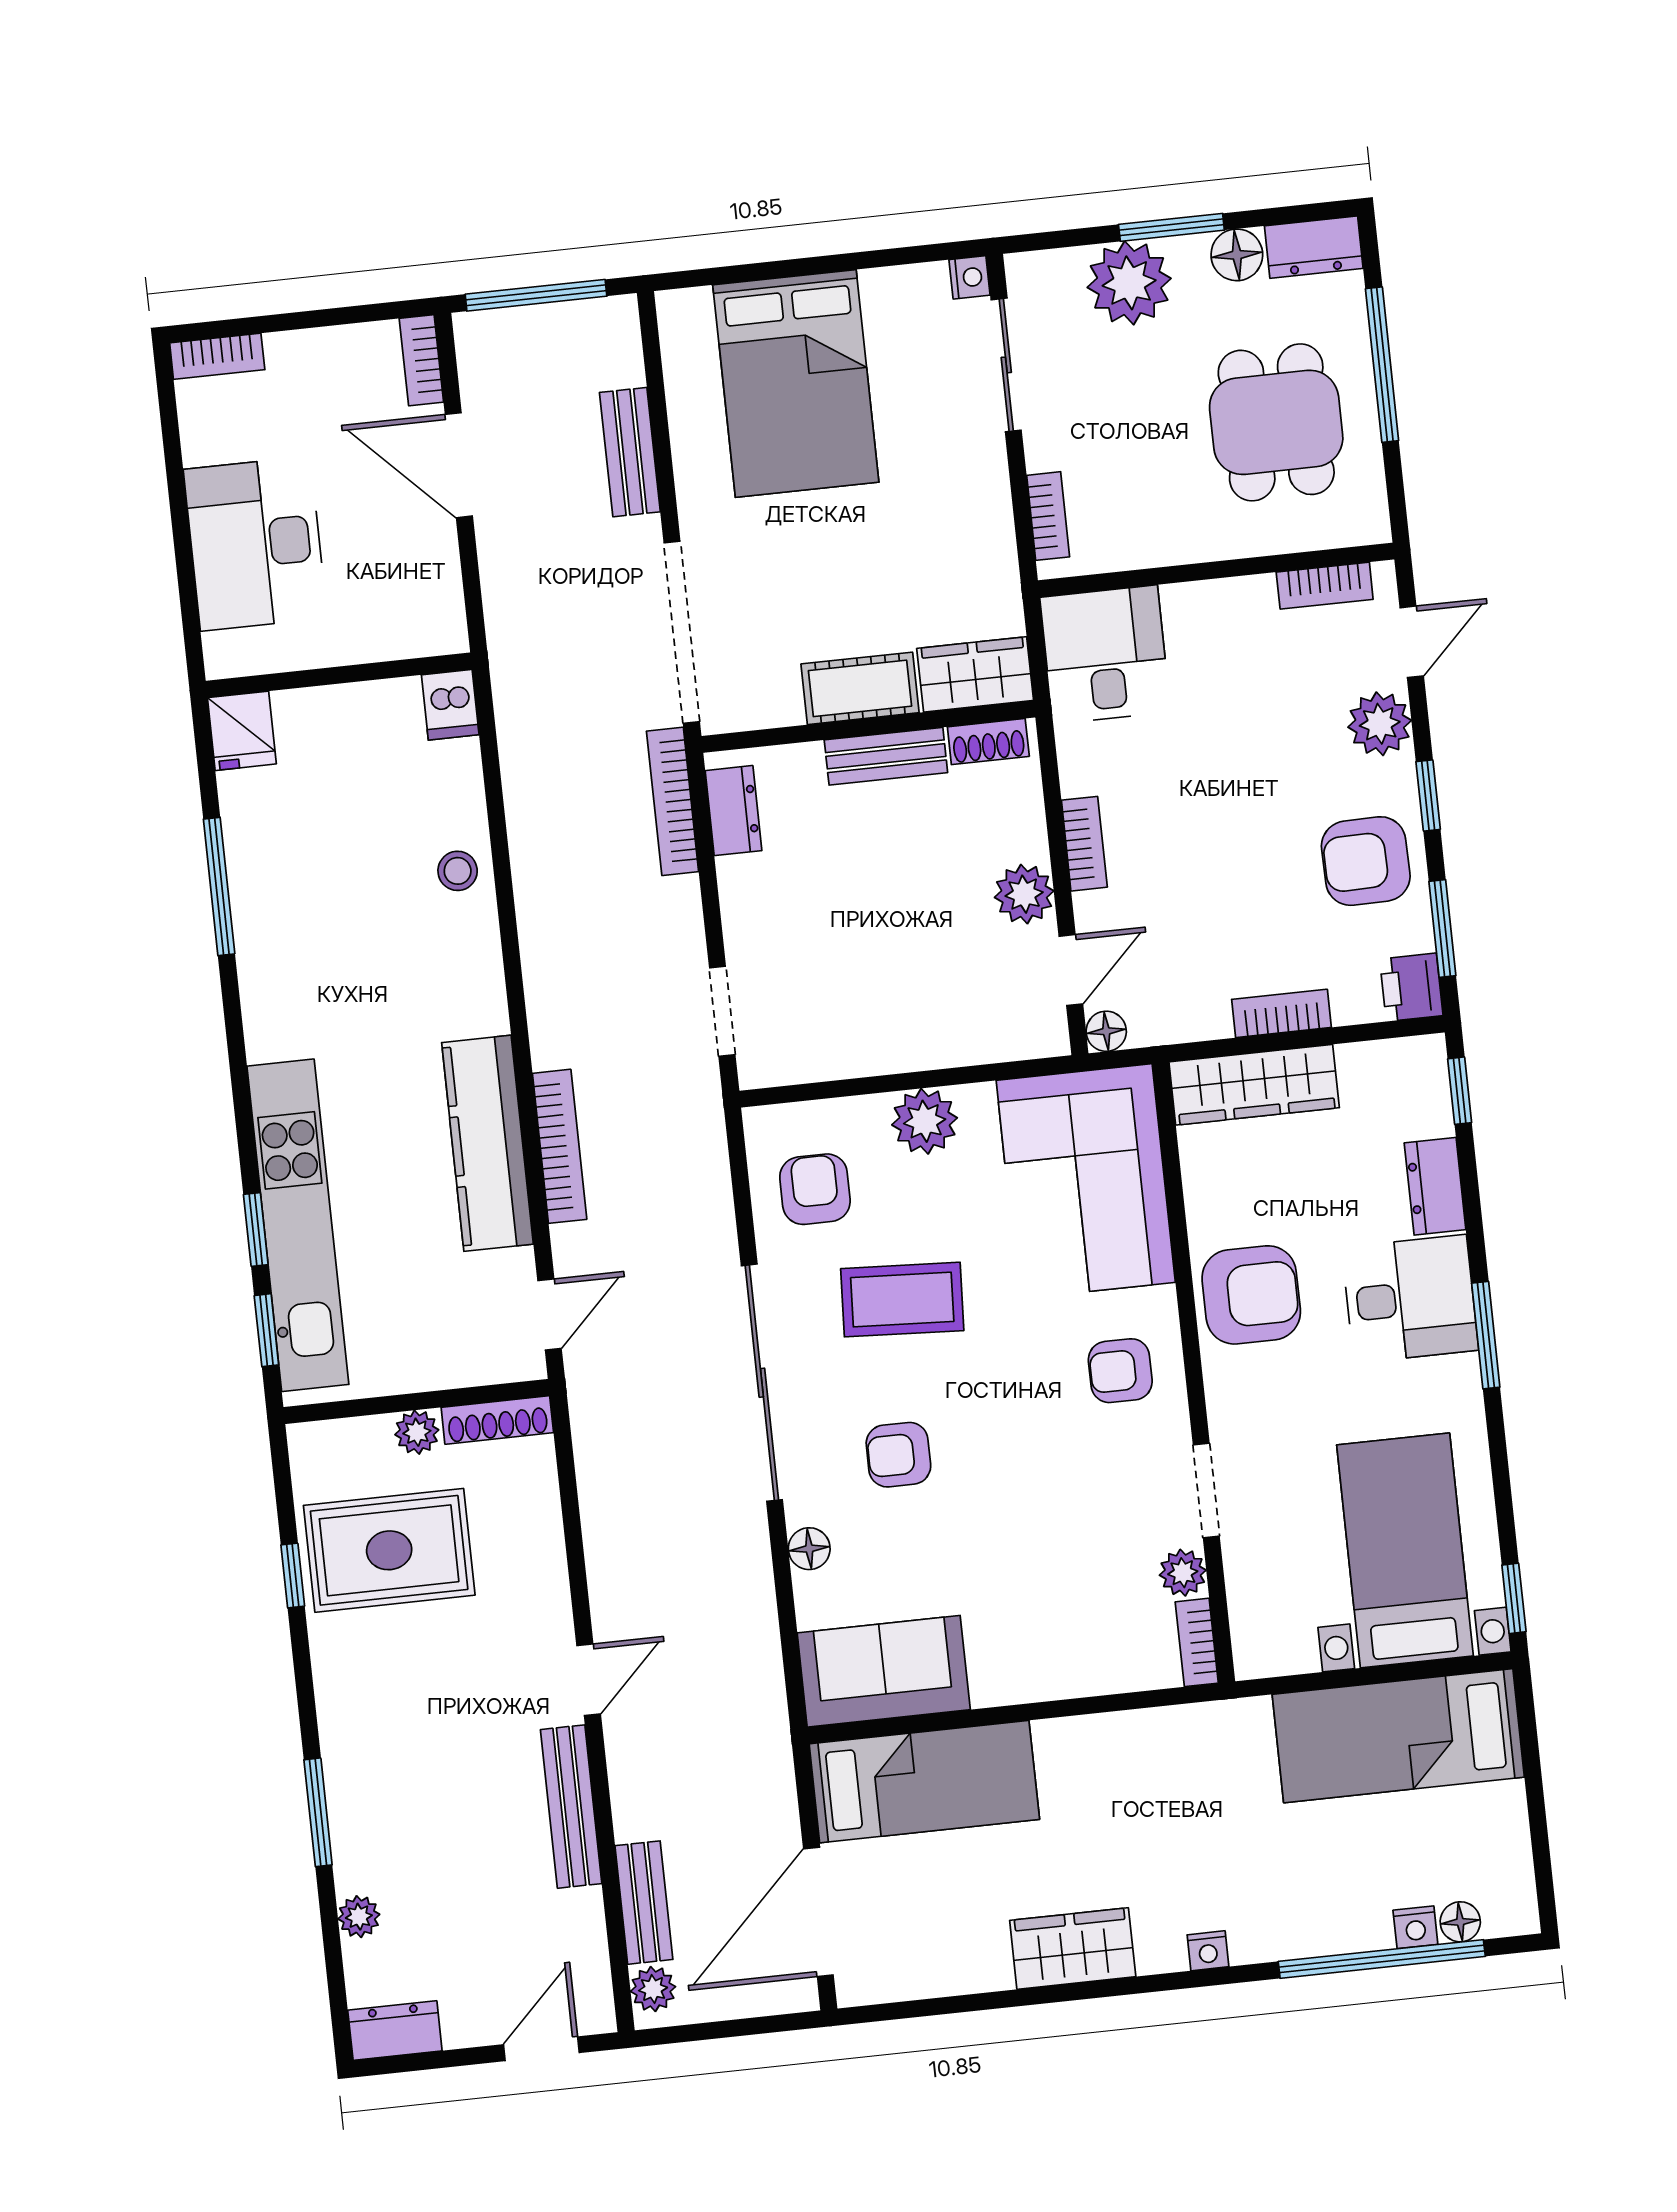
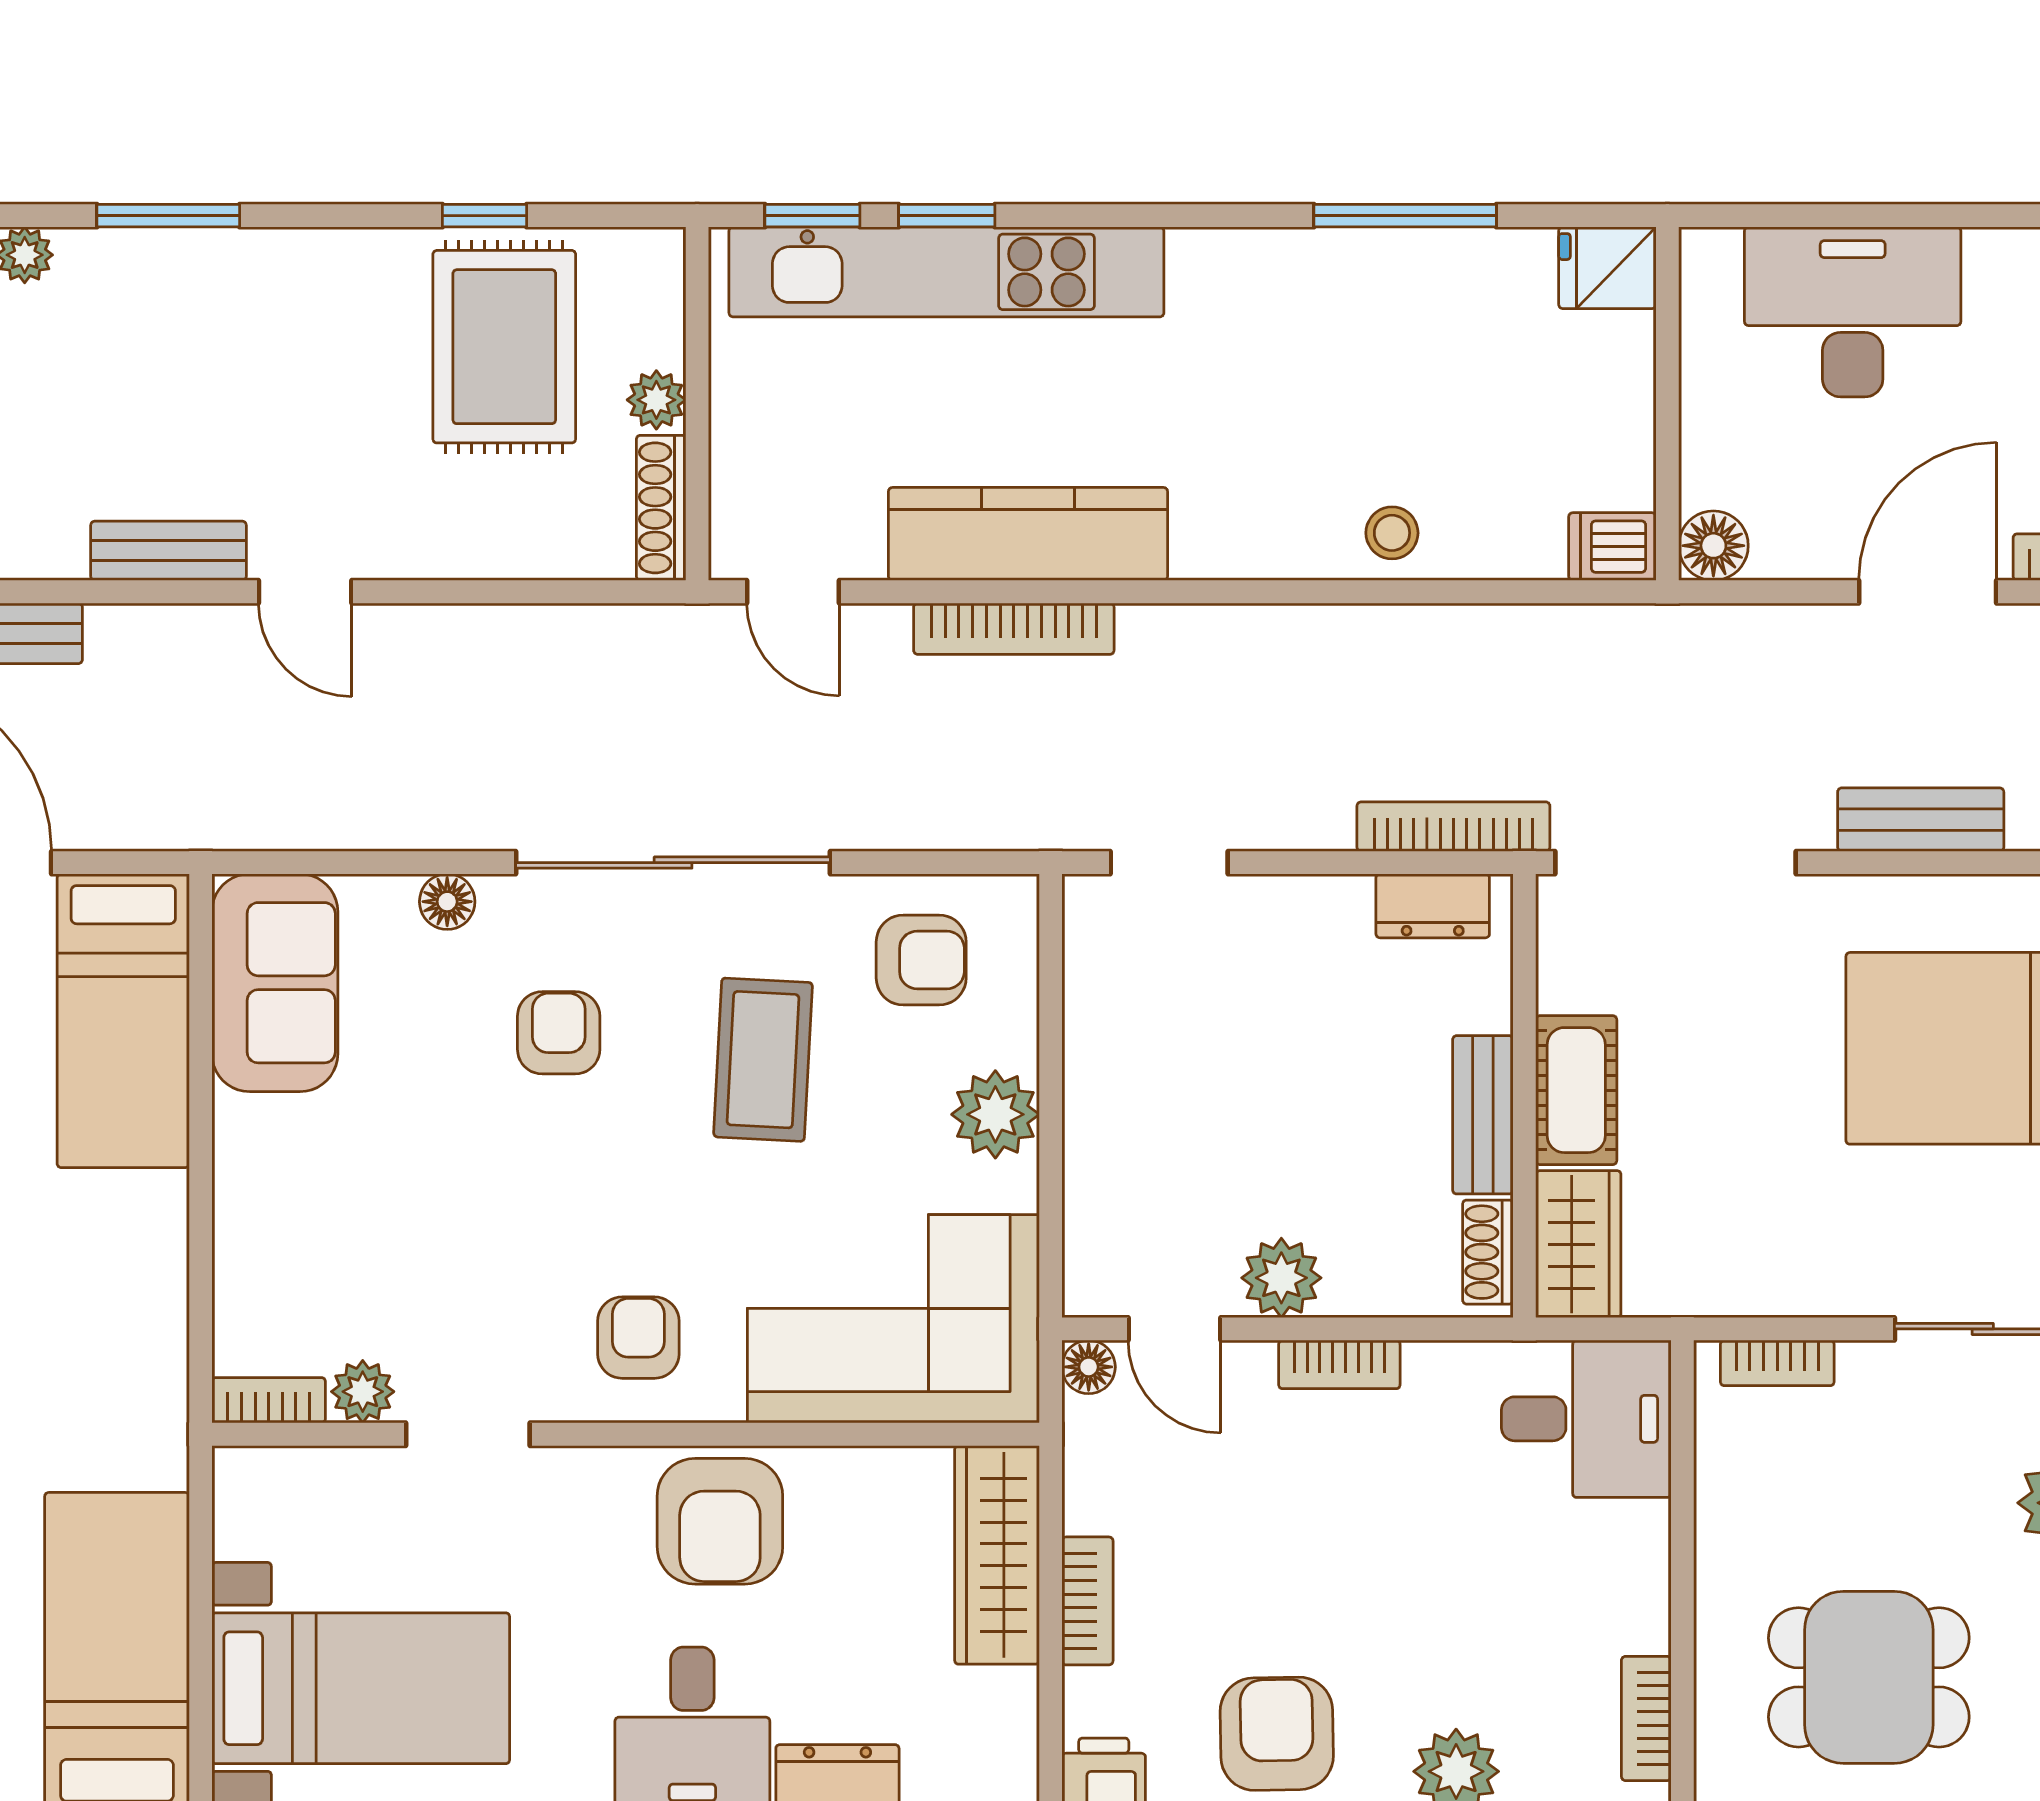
floor lamp: (441, 629) -> (1713, 546), added
bench: (571, 1807) -> (169, 551), width x0.73

